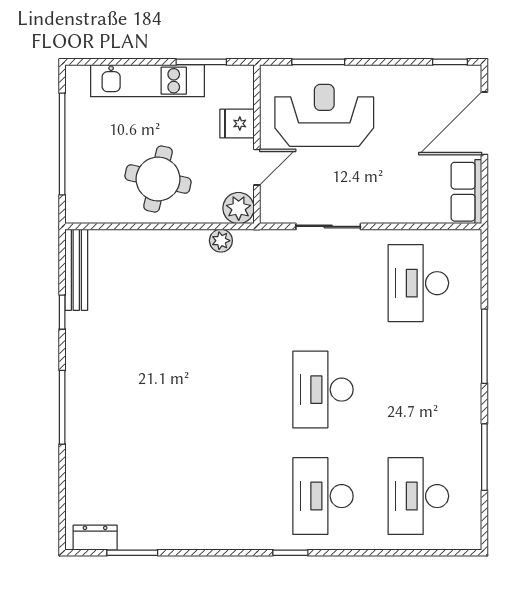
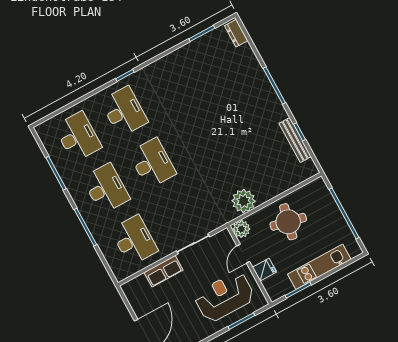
reception desk: (324, 115) -> (224, 297), turned 180
row of seats: (466, 192) -> (164, 271), moved, turned 90
plant: (221, 241) -> (244, 201), width x1.87, depth x1.87
bench: (76, 270) -> (295, 140), moved
desk: (418, 390) -> (106, 188), added
dresser: (95, 538) -> (236, 33), moved, turned 90

